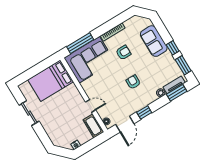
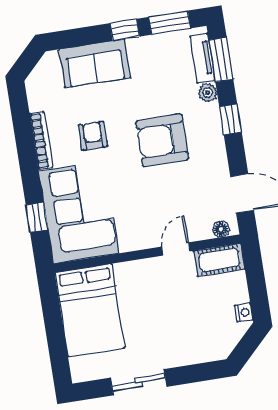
window: (80, 43) -> (37, 217), width x0.46
armchair: (133, 82) -> (162, 140), width x1.88, depth x1.88
window: (144, 112) -> (230, 120), moved

